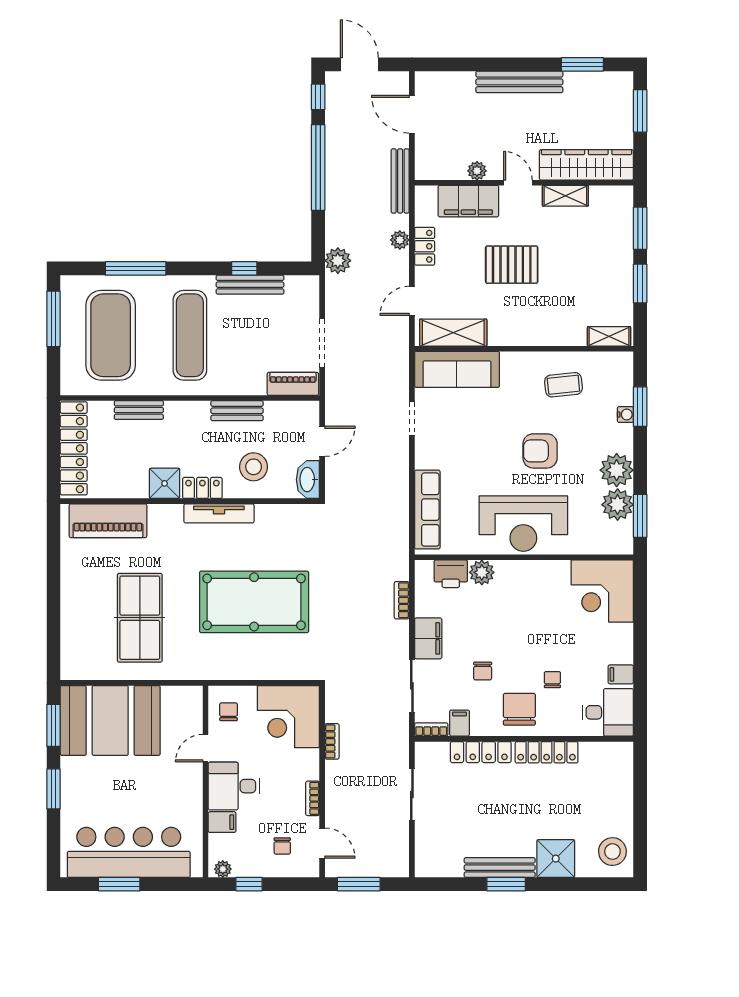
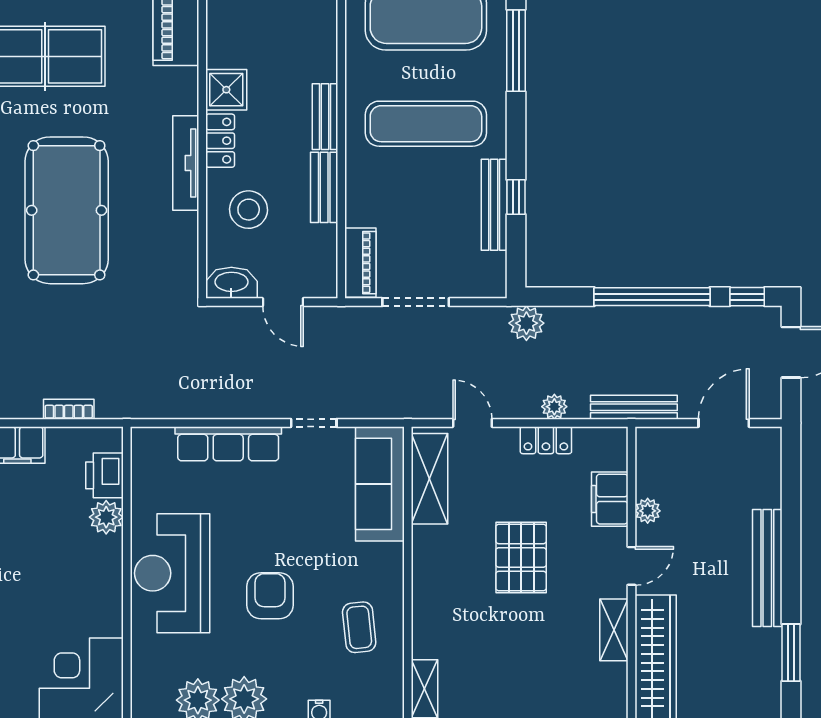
filing cabinet: (468, 201) -> (610, 499), width x0.67, depth x0.86
bench: (139, 410) -> (325, 117), moved
row of seats: (427, 510) -> (228, 444), moved

